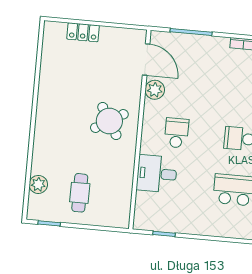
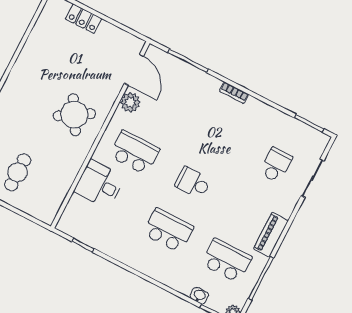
school desk: (177, 133) -> (135, 152), width x1.85

